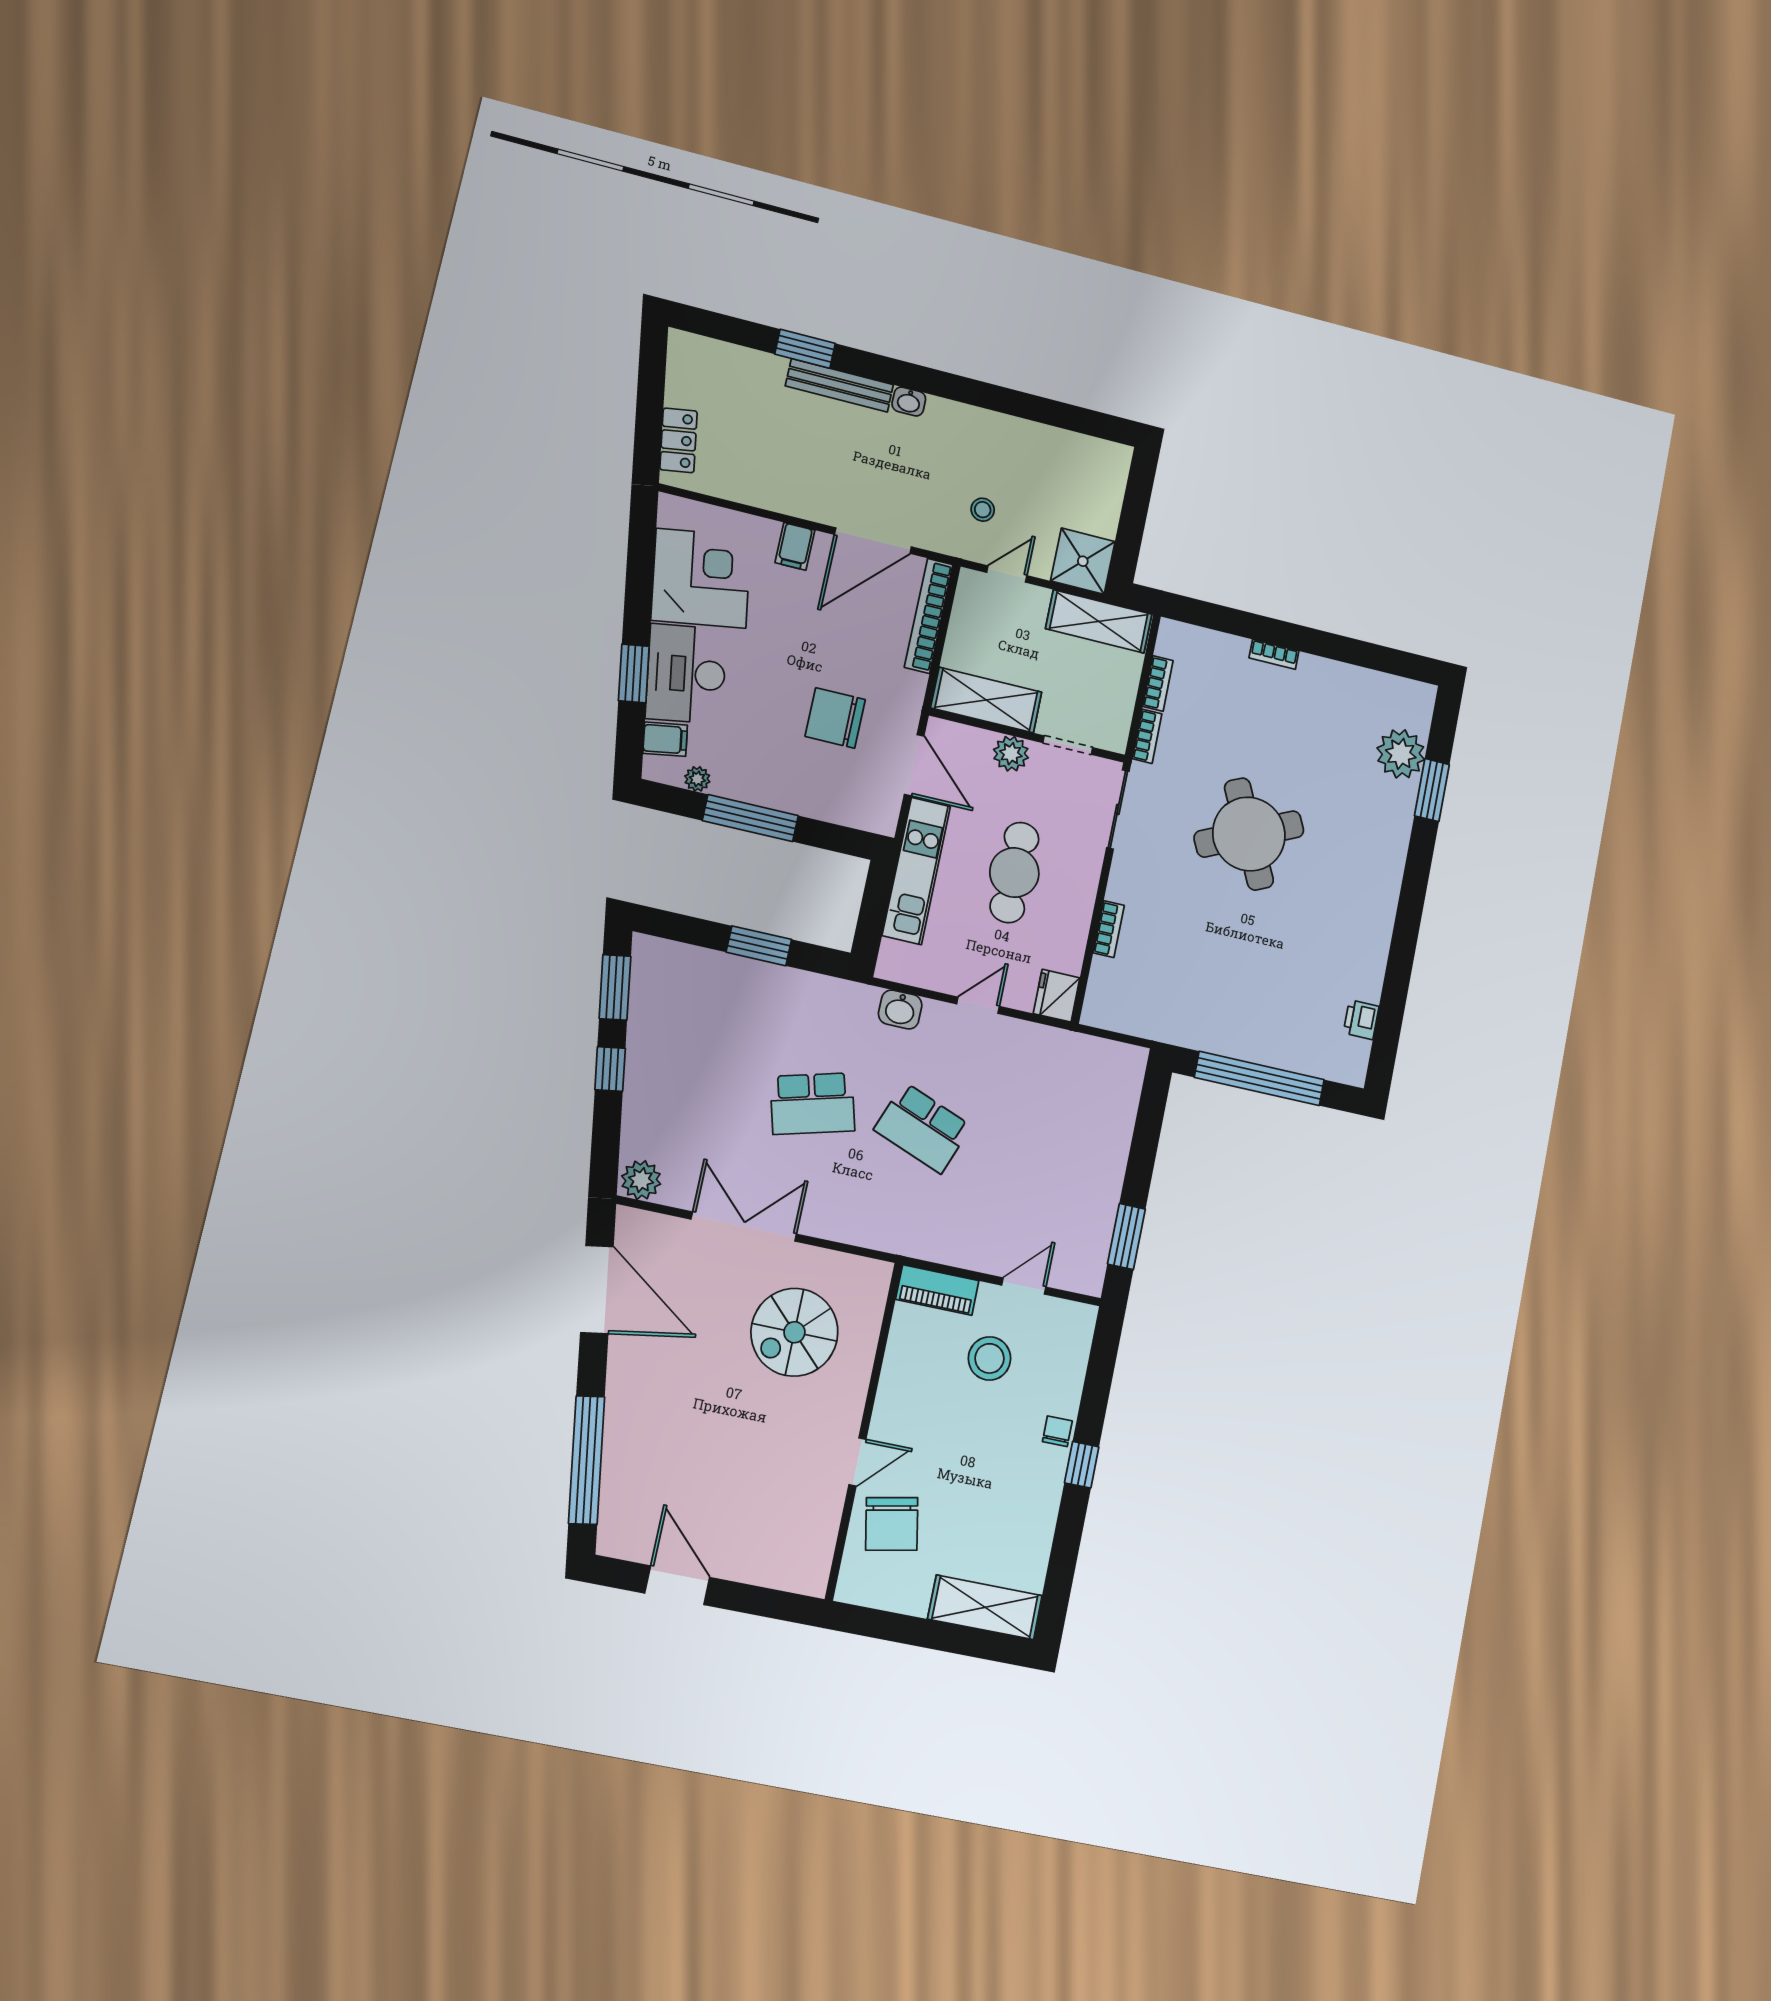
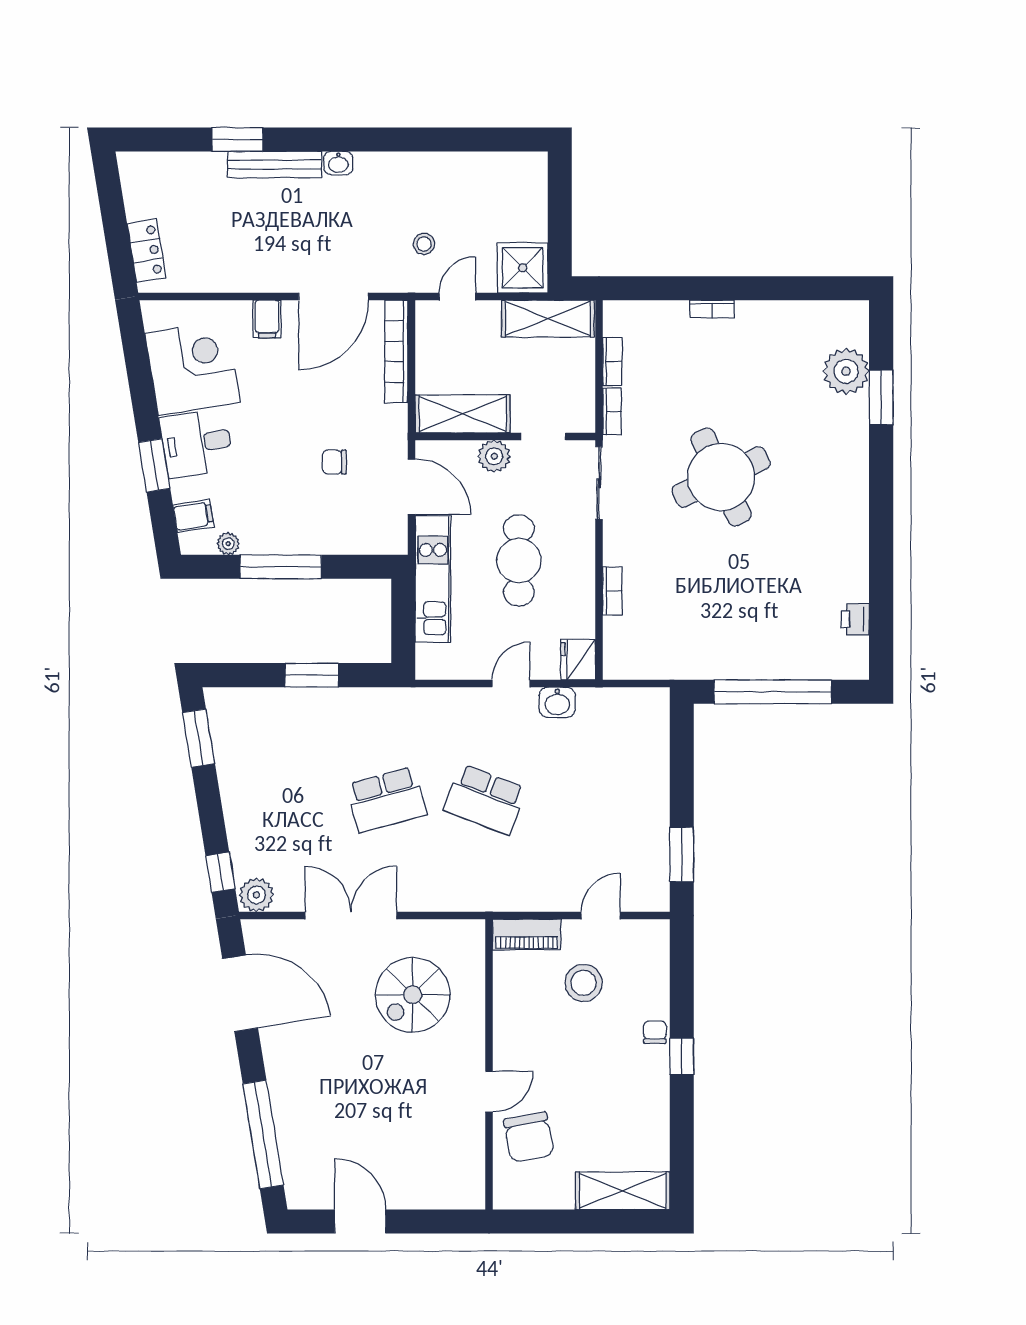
desk: (686, 674) -> (197, 443), width x0.73
chair: (835, 718) -> (334, 462), width x0.54, depth x0.54
washbasin: (900, 1009) -> (557, 702), moved
window: (610, 1069) -> (220, 872), moved

